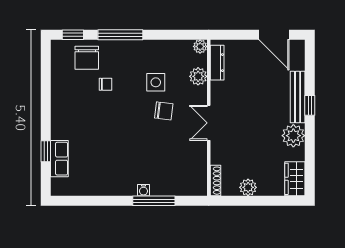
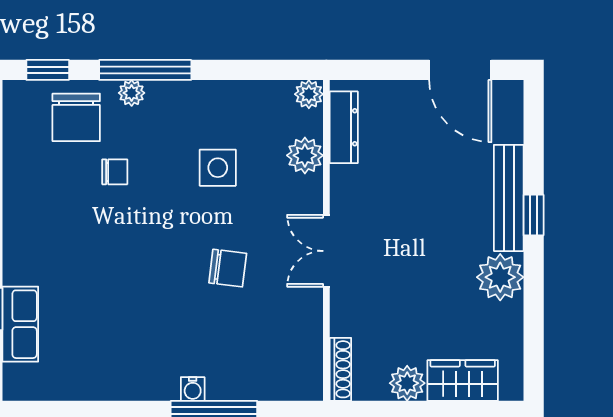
plant: (114, 46) -> (132, 93), added
chair: (164, 111) -> (228, 268), moved
wardrobe: (295, 179) -> (463, 380), moved, turned 90

